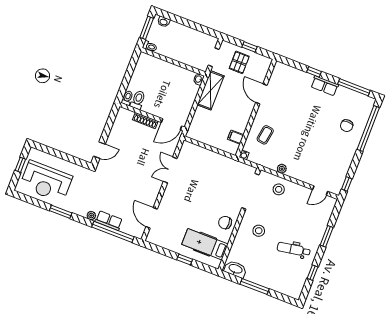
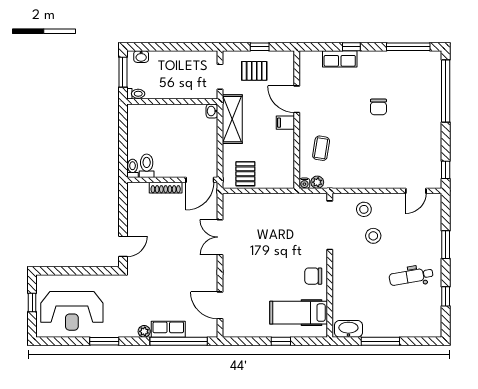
pallet: (239, 62) -> (254, 71), turned 90
row of seats: (325, 86) -> (340, 59), moved
chair: (347, 126) -> (378, 107), moved
pallet: (205, 132) -> (245, 174), added
filing cabinet: (236, 137) -> (285, 123), moved
plant: (282, 169) -> (317, 182), moved
stool: (259, 231) -> (373, 236), moved

